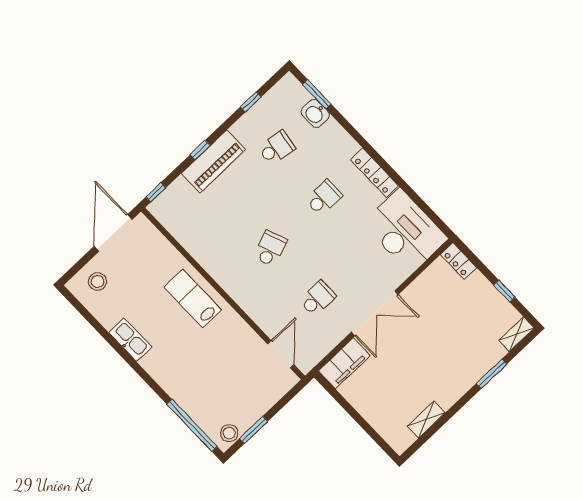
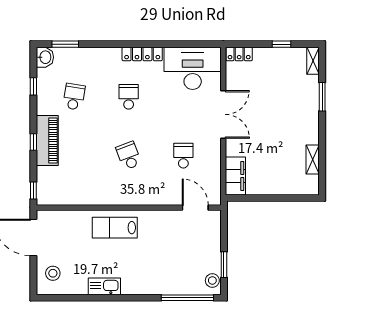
washbasin: (315, 114) -> (45, 57), moved, turned -90
double door: (375, 313) -> (223, 114), moved

